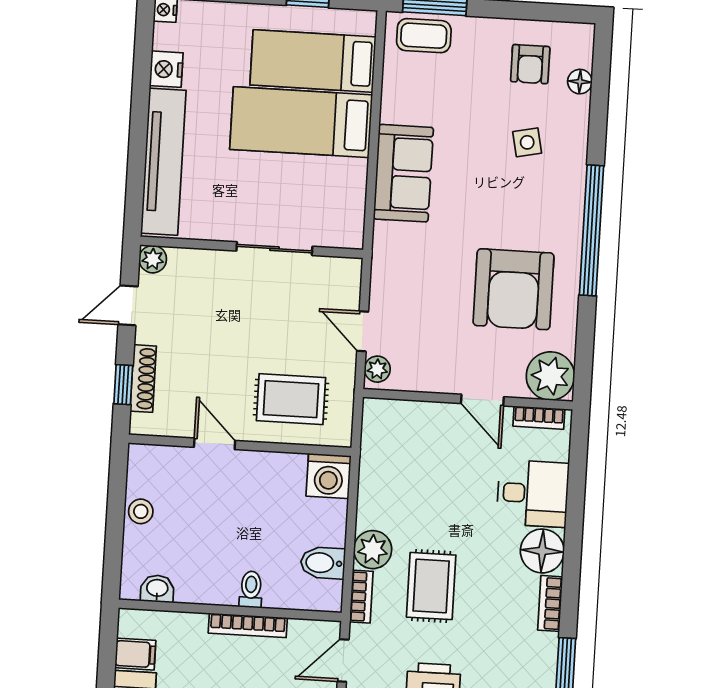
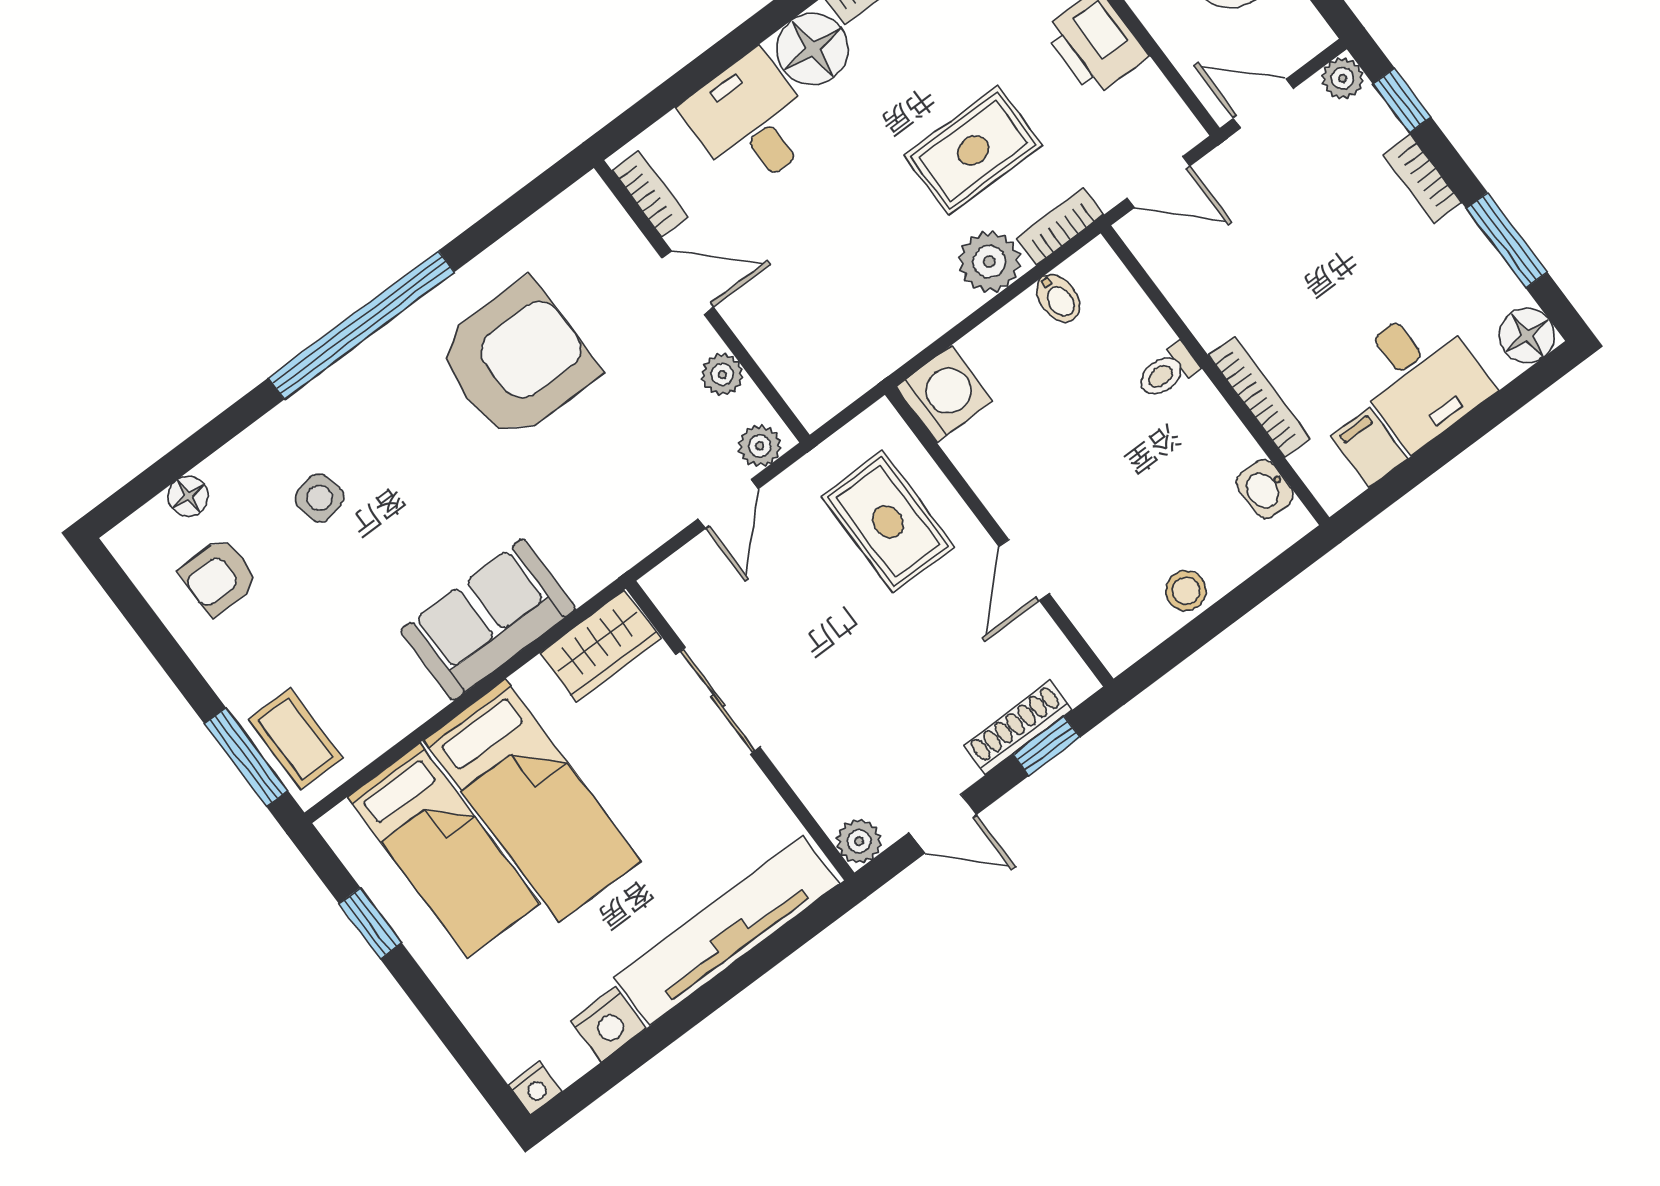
armchair: (530, 64) -> (219, 576), turned 180
wardrobe: (347, 215) -> (600, 646), added
plant: (550, 376) -> (722, 374), moved, width x0.53, depth x0.53
door: (482, 400) -> (688, 283), hinge flipped
bidet: (323, 563) -> (1058, 298), width x0.72, depth x0.74
bookcase: (248, 625) -> (1260, 397), moved

